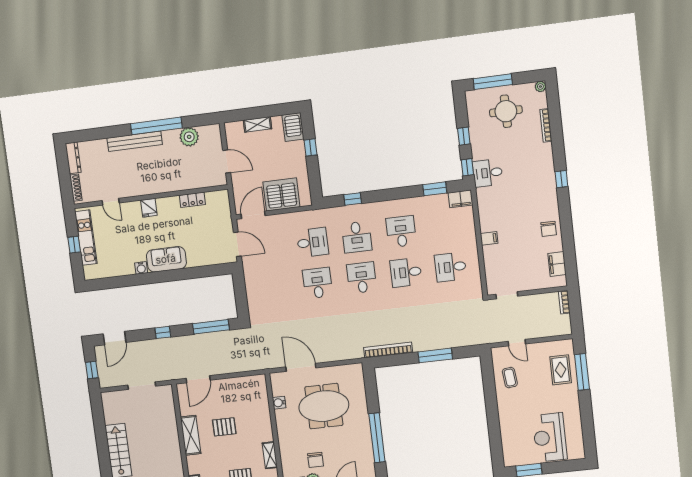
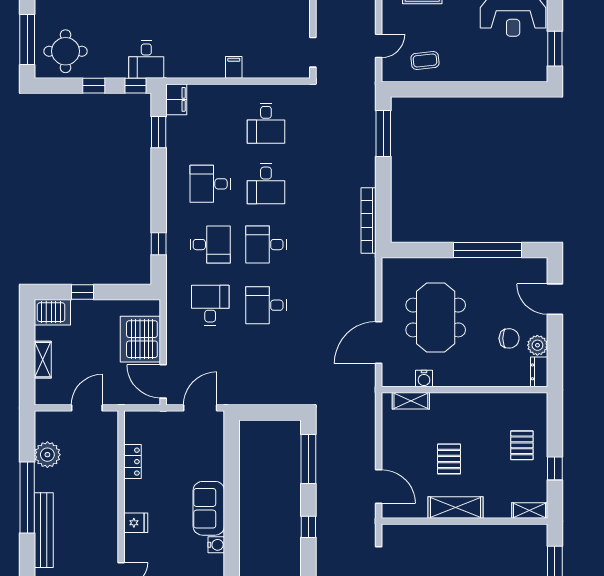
round table: (506, 111) -> (65, 51), moved
window: (435, 355) -> (383, 133), moved
shelving: (270, 455) -> (411, 401), moved

